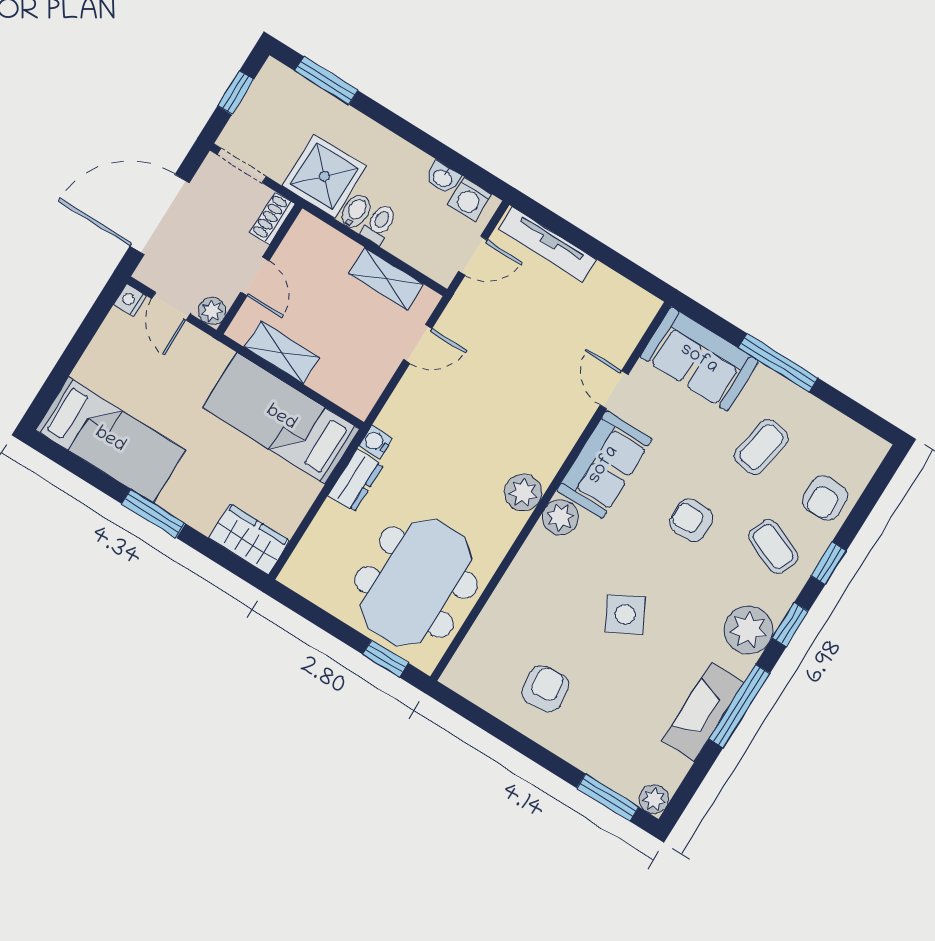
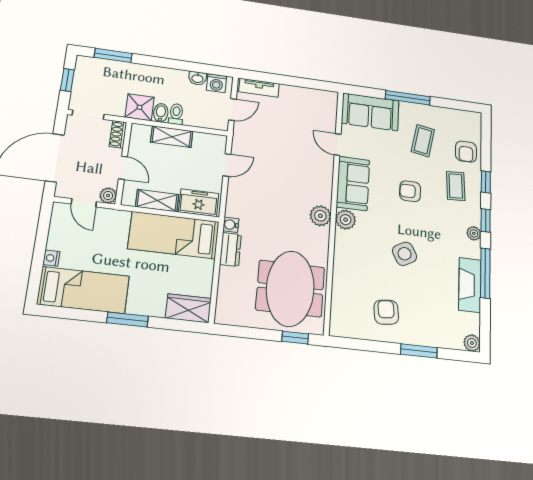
shower: (324, 176) -> (140, 107), width x0.73, depth x0.73
tv unit: (547, 245) -> (259, 88), width x0.71
shelving: (386, 279) -> (172, 137), moved
nightstand: (130, 300) -> (51, 258), moved
freezer: (344, 385) -> (199, 203), added
coffee table: (773, 546) -> (456, 186), turned 64
plant: (749, 630) -> (474, 233), width x0.53, depth x0.53
window: (608, 797) -> (419, 351), moved

